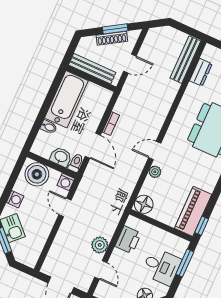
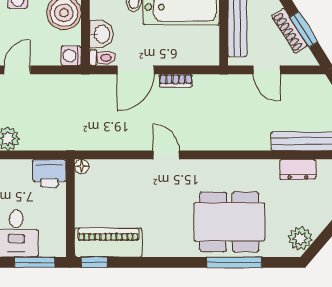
plant: (155, 172) -> (138, 168), removed
floor lamp: (144, 204) -> (82, 166), width x0.53, depth x0.53
door: (65, 207) -> (17, 70), moved
printer: (128, 240) -> (49, 173), moved

